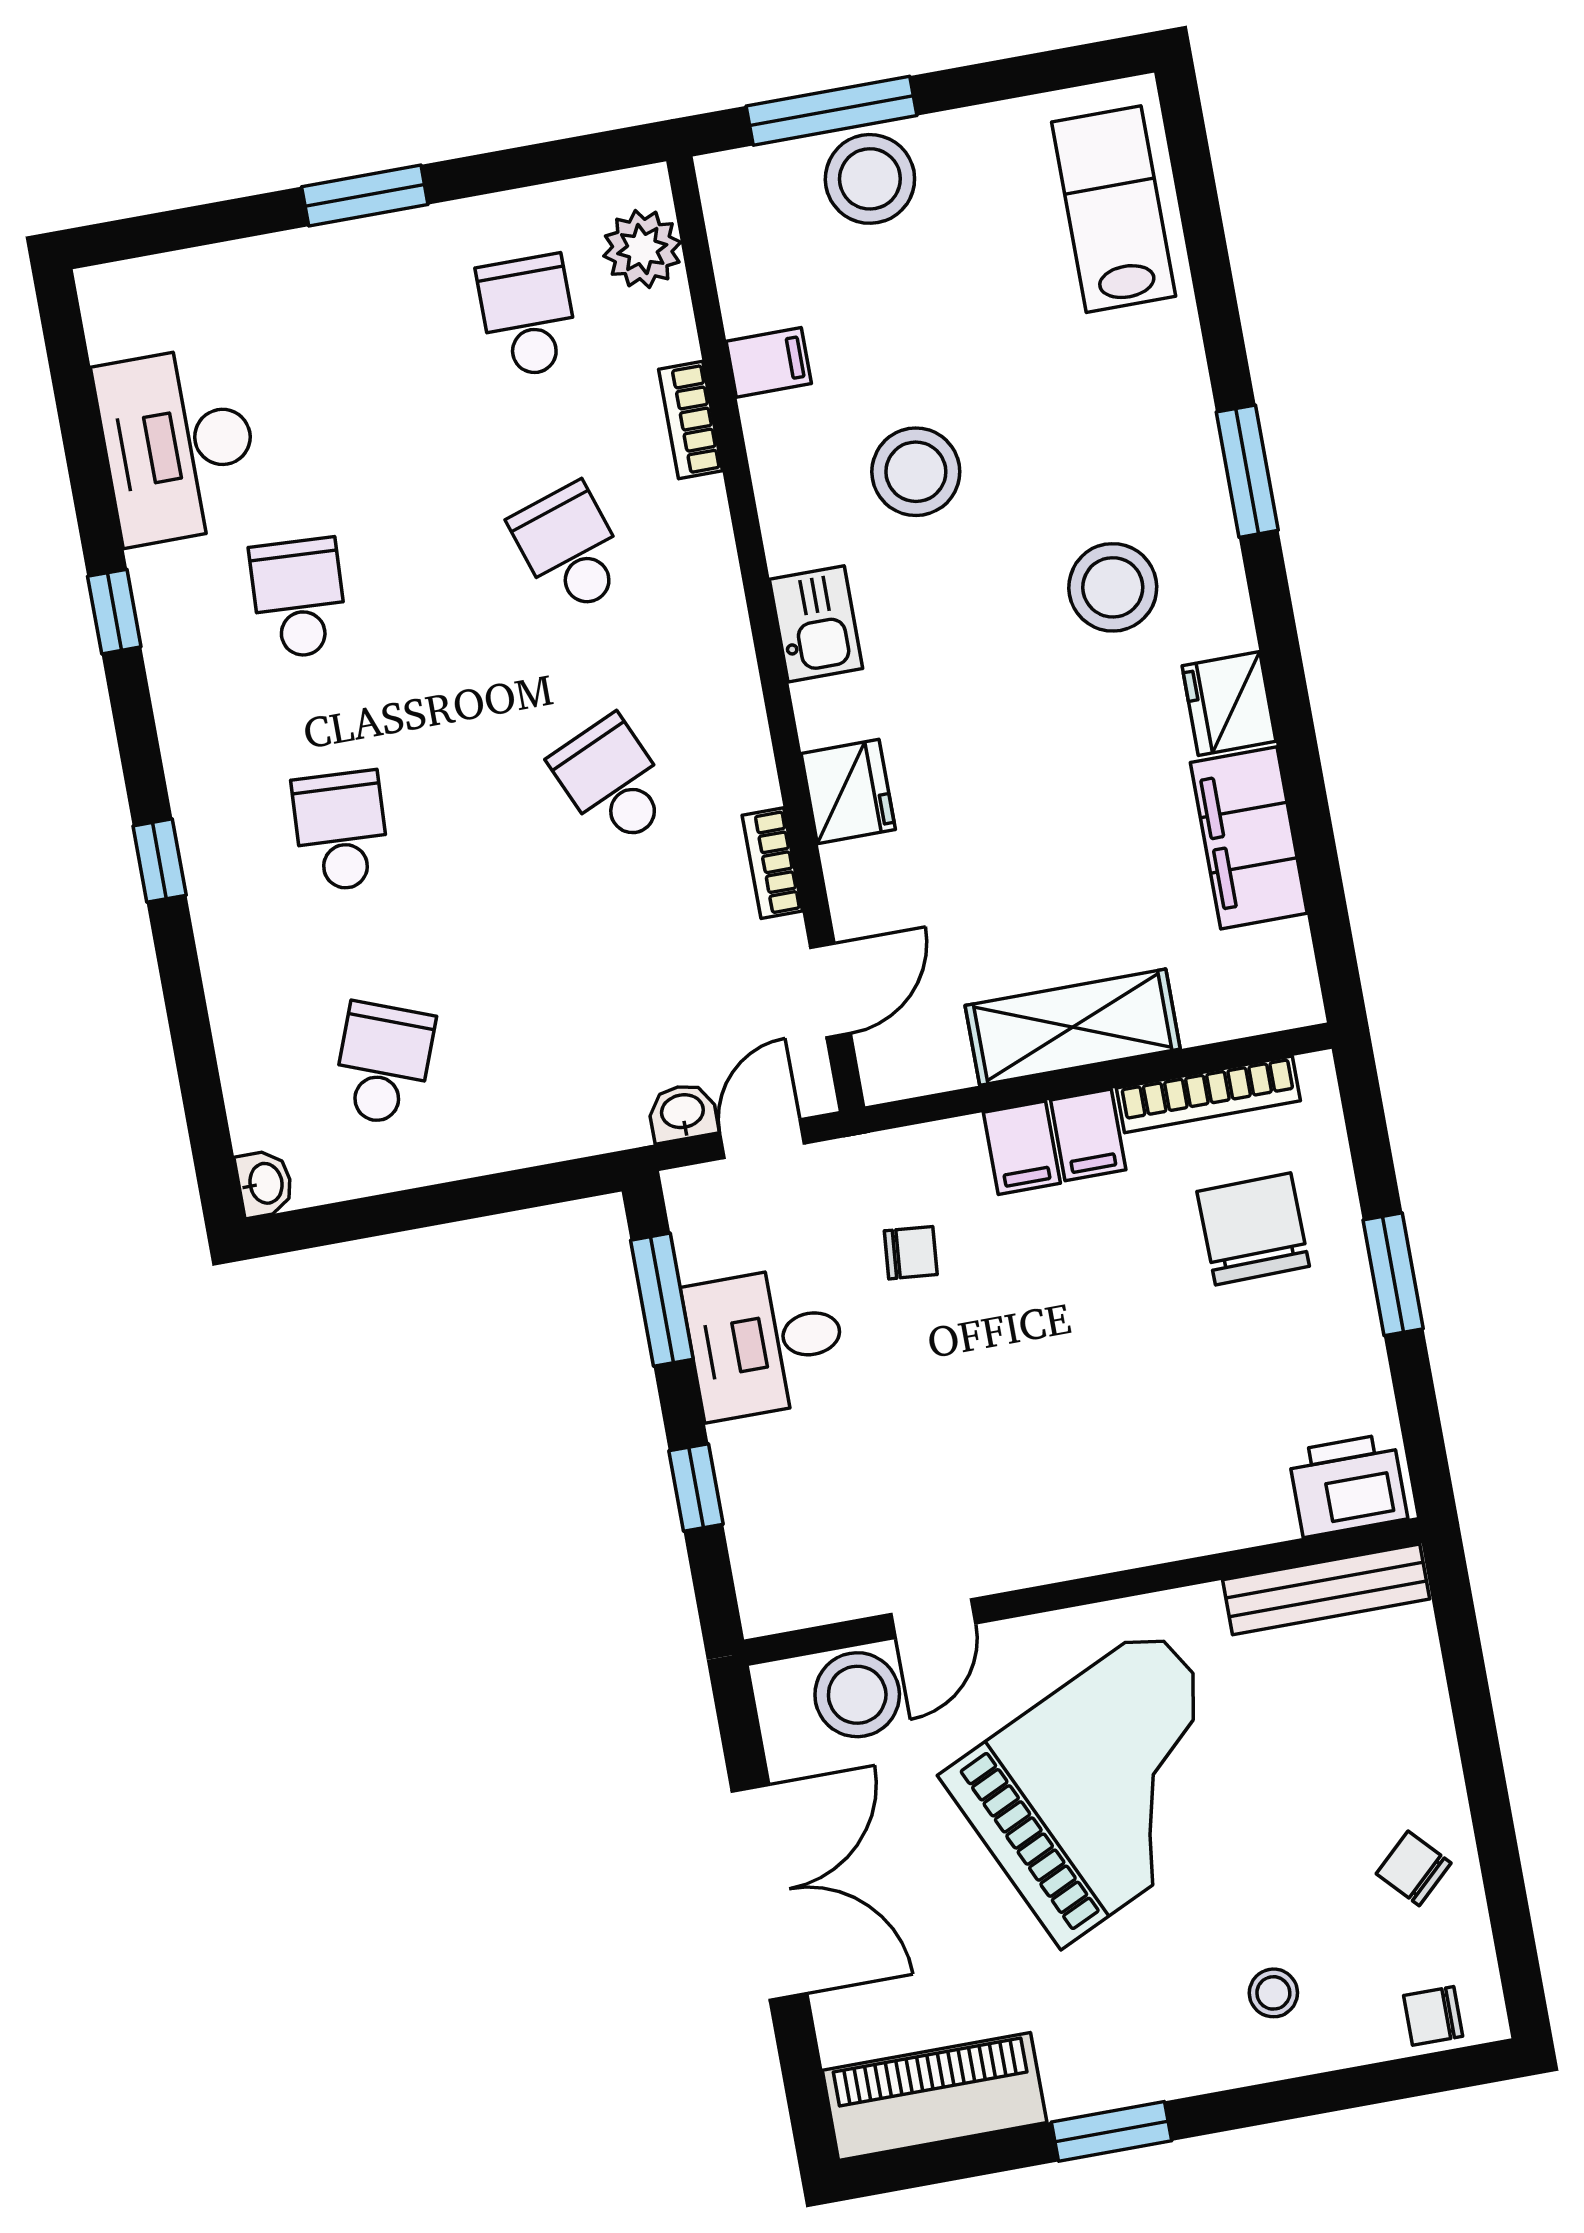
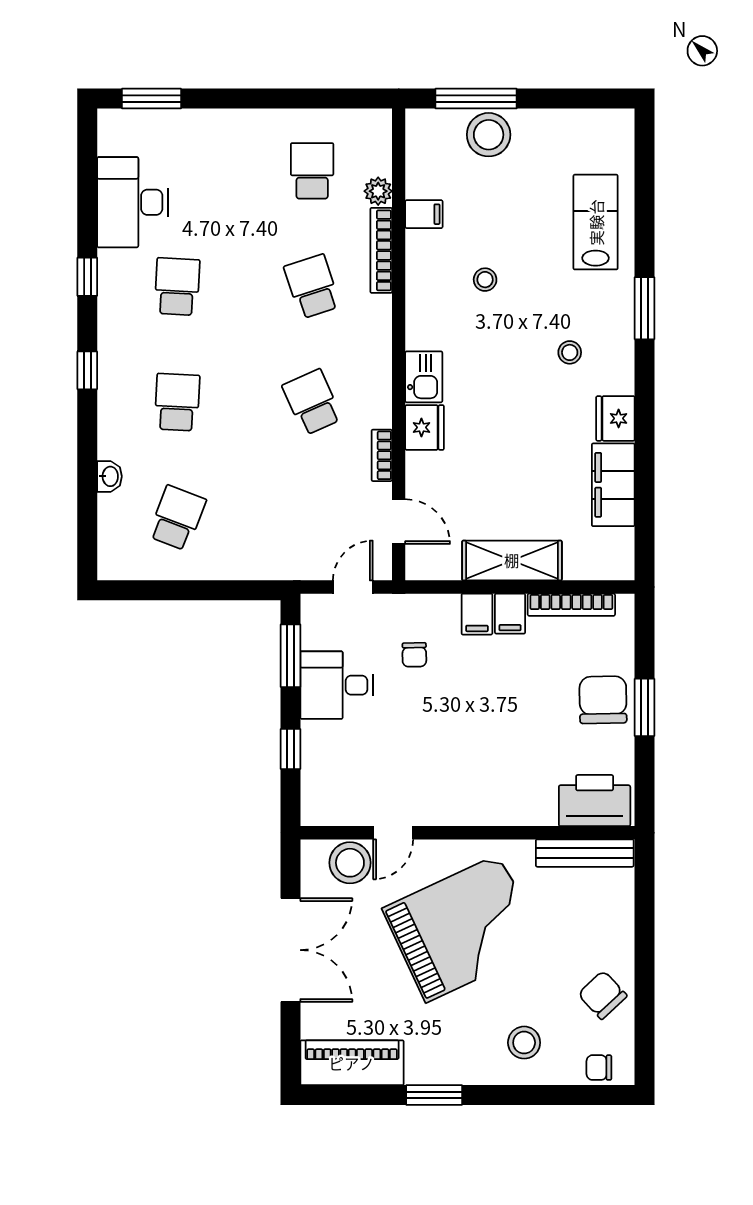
window: (365, 196) -> (152, 99), moved
lab bench: (1114, 209) -> (596, 222), moved
plant: (642, 249) -> (378, 191), moved, width x0.73, depth x0.73
bookcase: (691, 420) -> (381, 250), width x1.56
stool: (916, 472) -> (485, 280), width x0.53, depth x0.53
stool: (1113, 587) -> (570, 352), width x0.53, depth x0.53
kitchen sink: (816, 624) -> (424, 377), moved
window: (160, 861) -> (87, 370), moved
door: (830, 990) -> (399, 522), hinge flipped
washbasin: (683, 1113) -> (317, 568), removed
washbasin: (265, 1184) -> (110, 476), moved
chair: (1253, 1229) -> (603, 700), moved
chair: (911, 1253) -> (414, 655), turned 84
printer: (1348, 1485) -> (595, 801), width x1.37, depth x1.19
chair: (1414, 1868) -> (602, 995), width x1.37, depth x1.37
stool: (1273, 1993) -> (524, 1043), width x1.37, depth x1.37

